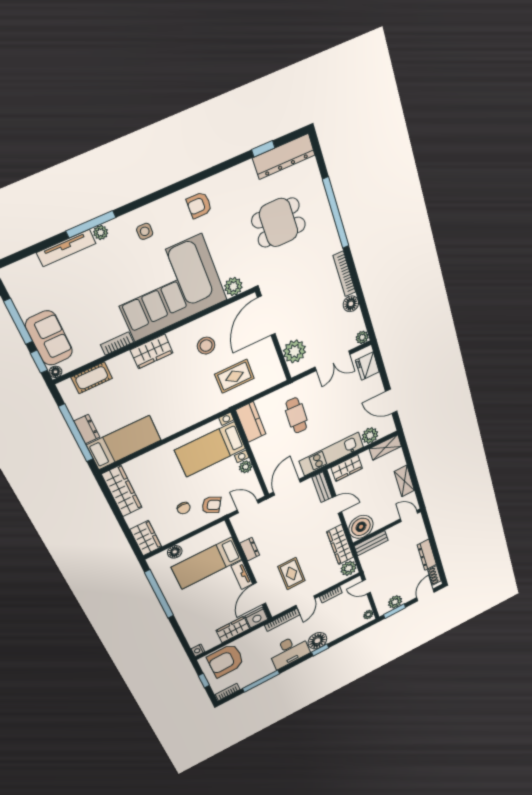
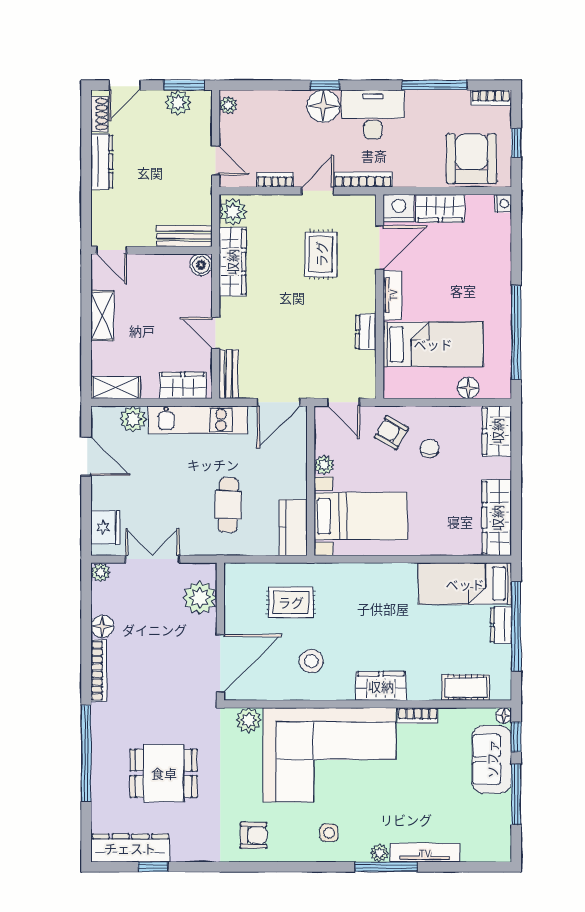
boiler: (361, 527) -> (201, 265), width x0.54, depth x0.54
armchair: (226, 661) -> (471, 159), turned -90

